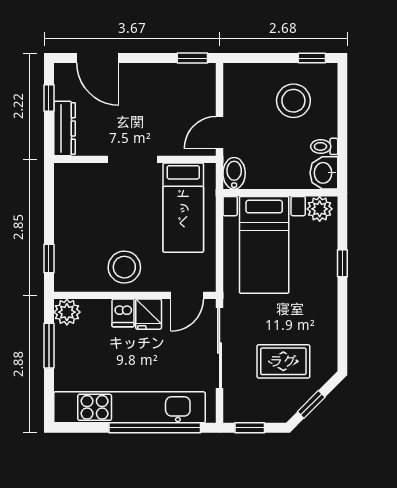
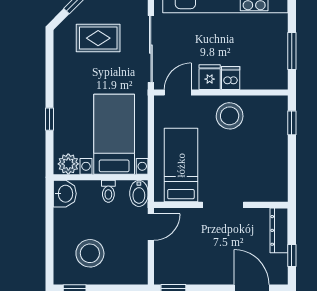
toilet: (324, 146) -> (108, 191), moved, turned 90
plant: (67, 312) -> (277, 79), removed

